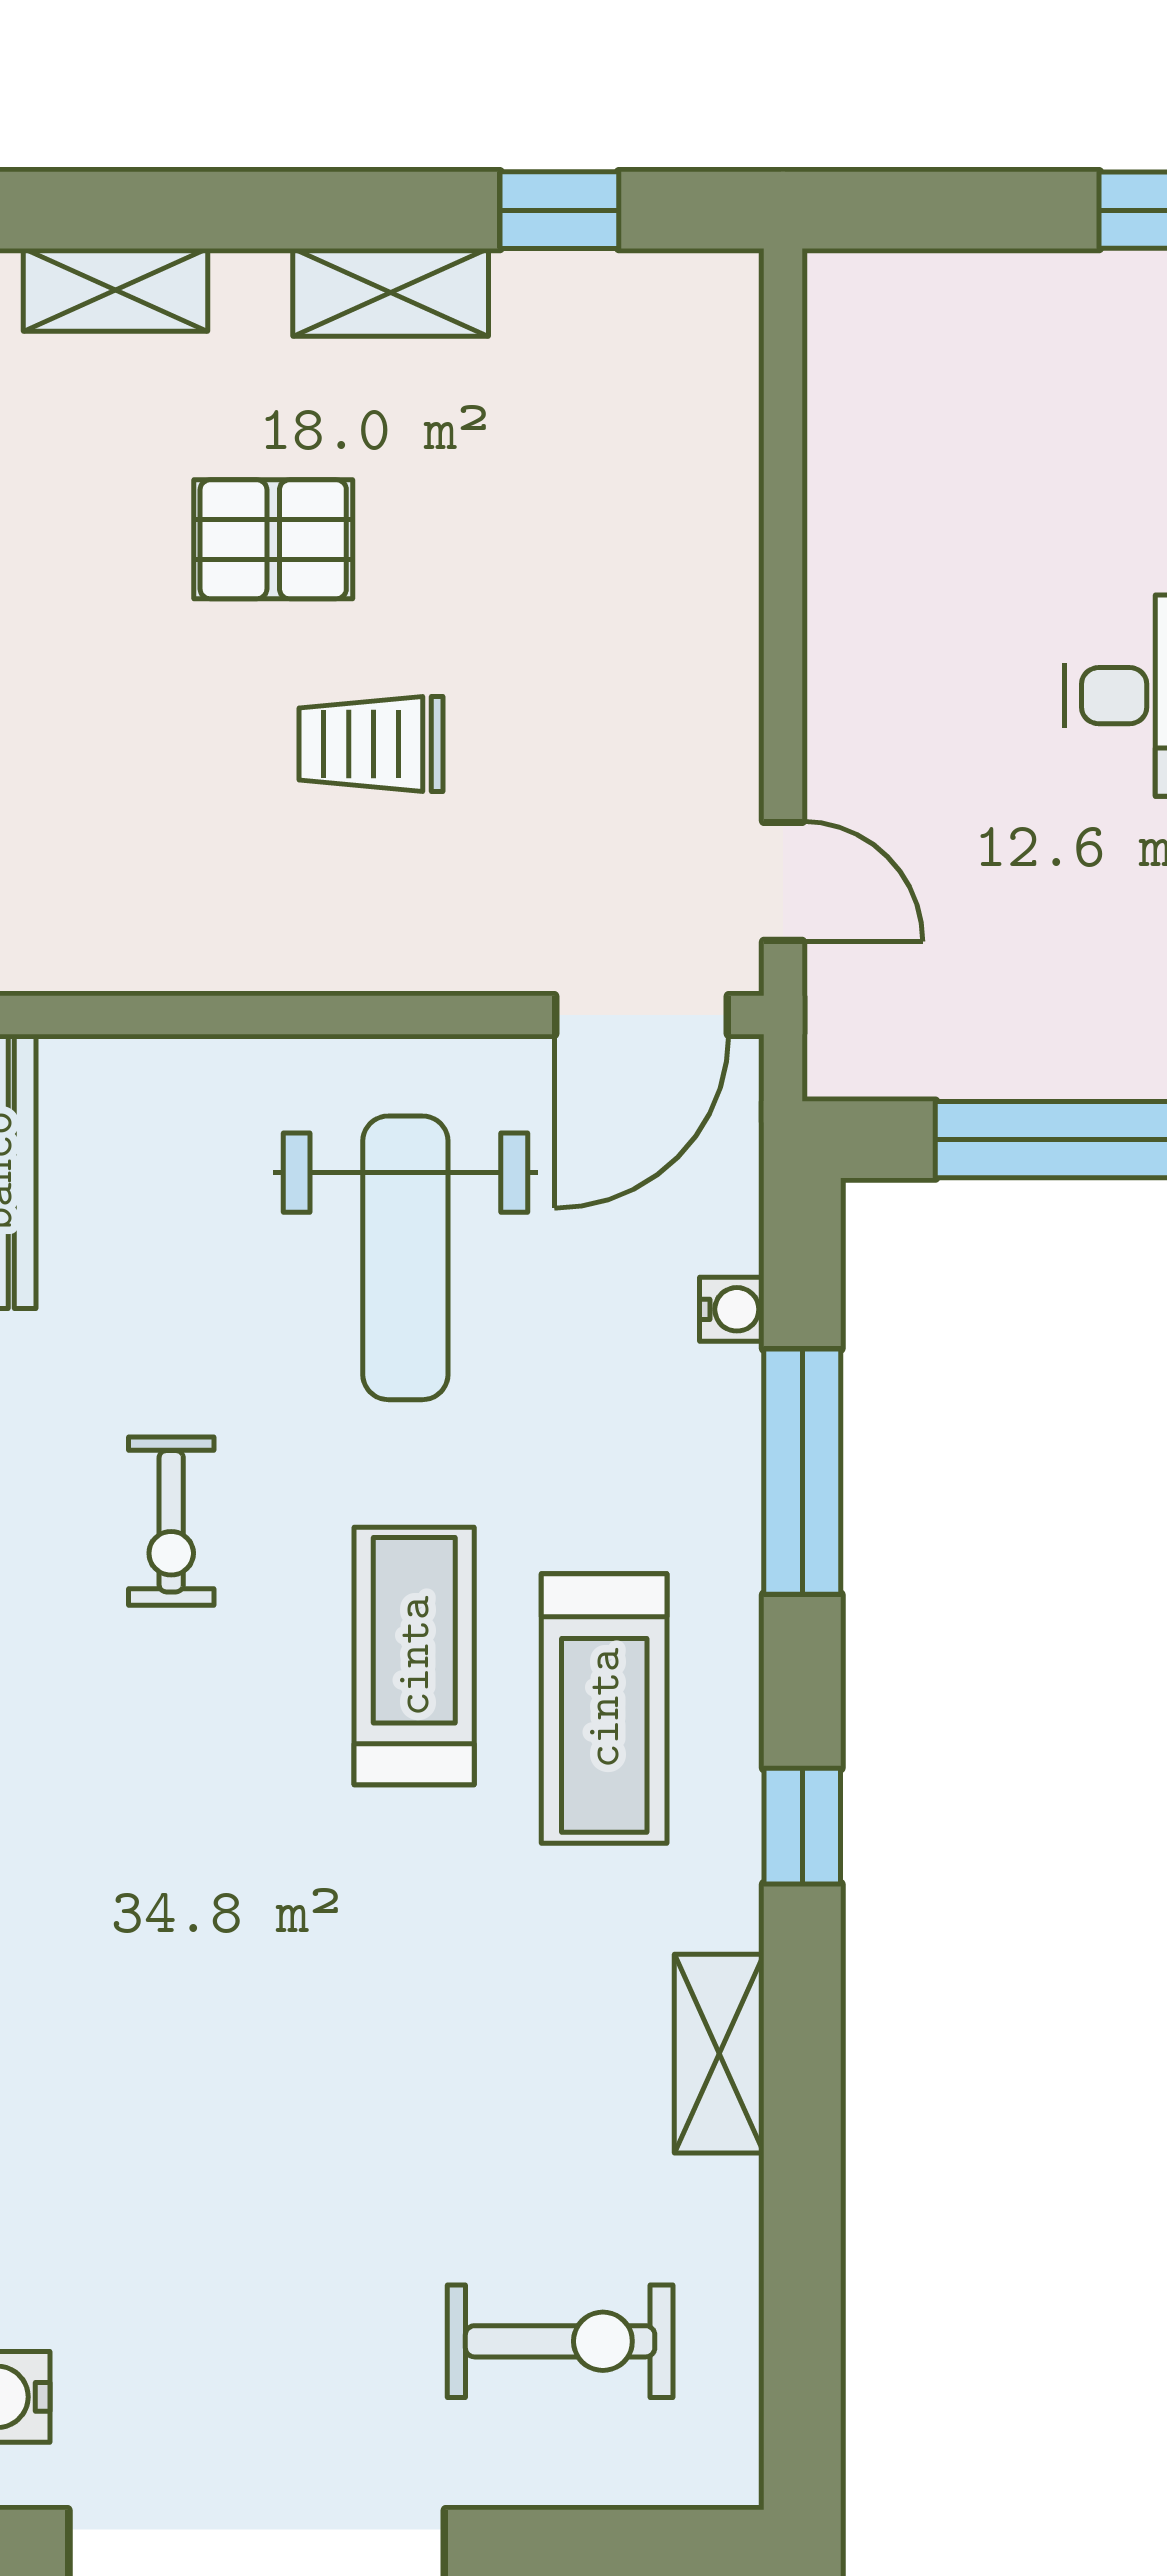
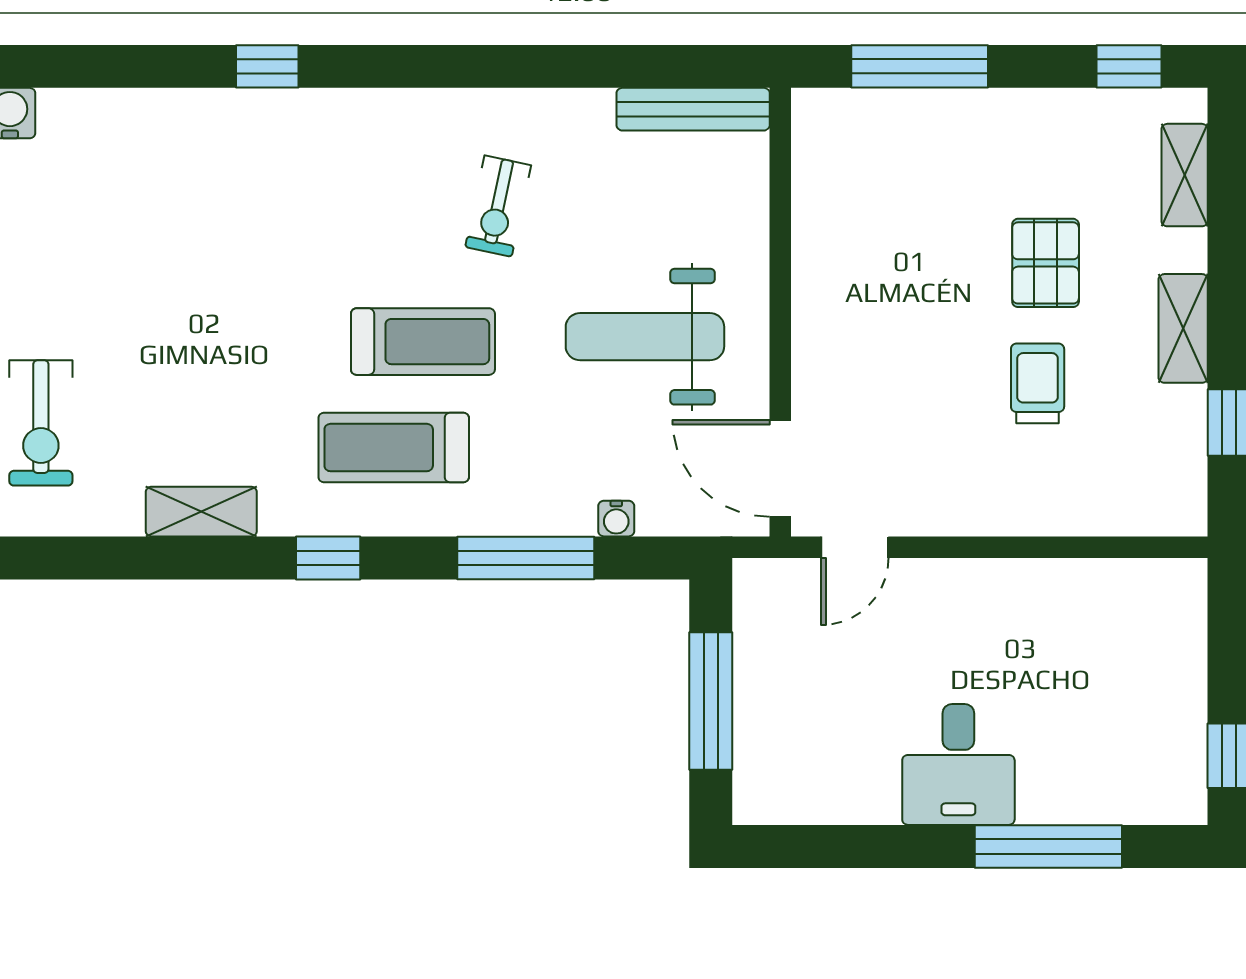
trolley: (371, 744) -> (1038, 383), moved
exercise bike: (171, 1521) -> (498, 206), turned -78

